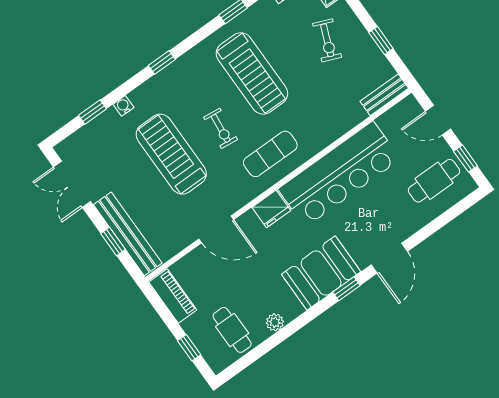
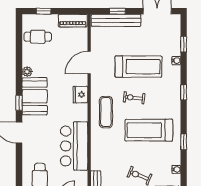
bar counter: (339, 174) -> (74, 146), width x0.73
plant: (275, 322) -> (27, 72), moved

